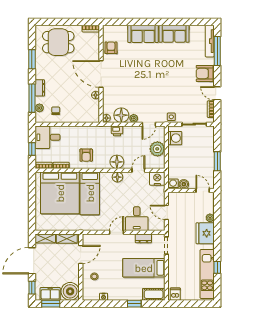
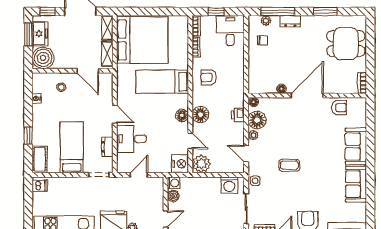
dining table: (58, 42) -> (346, 44), turned 90
coffee table: (158, 89) -> (289, 165), added
plant: (157, 149) -> (201, 164), moved
bed: (60, 193) -> (142, 40), moved, turned 180

